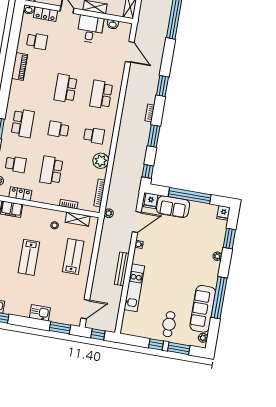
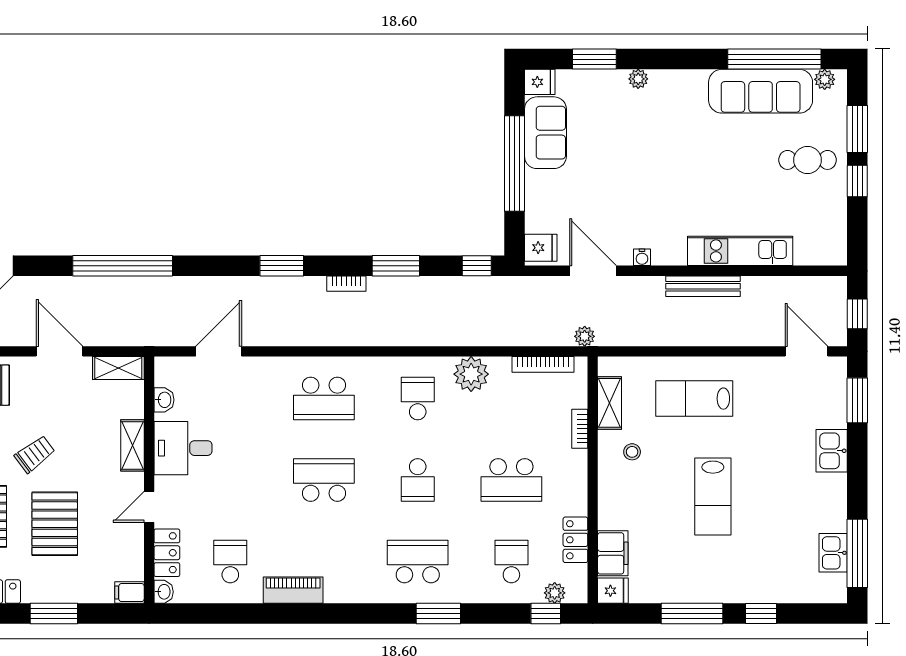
school desk: (66, 88) -> (324, 480), turned 180
sofa: (173, 207) -> (545, 133), moved
lab bench: (29, 257) -> (713, 496), turned 90
window: (219, 298) -> (774, 59), moved

